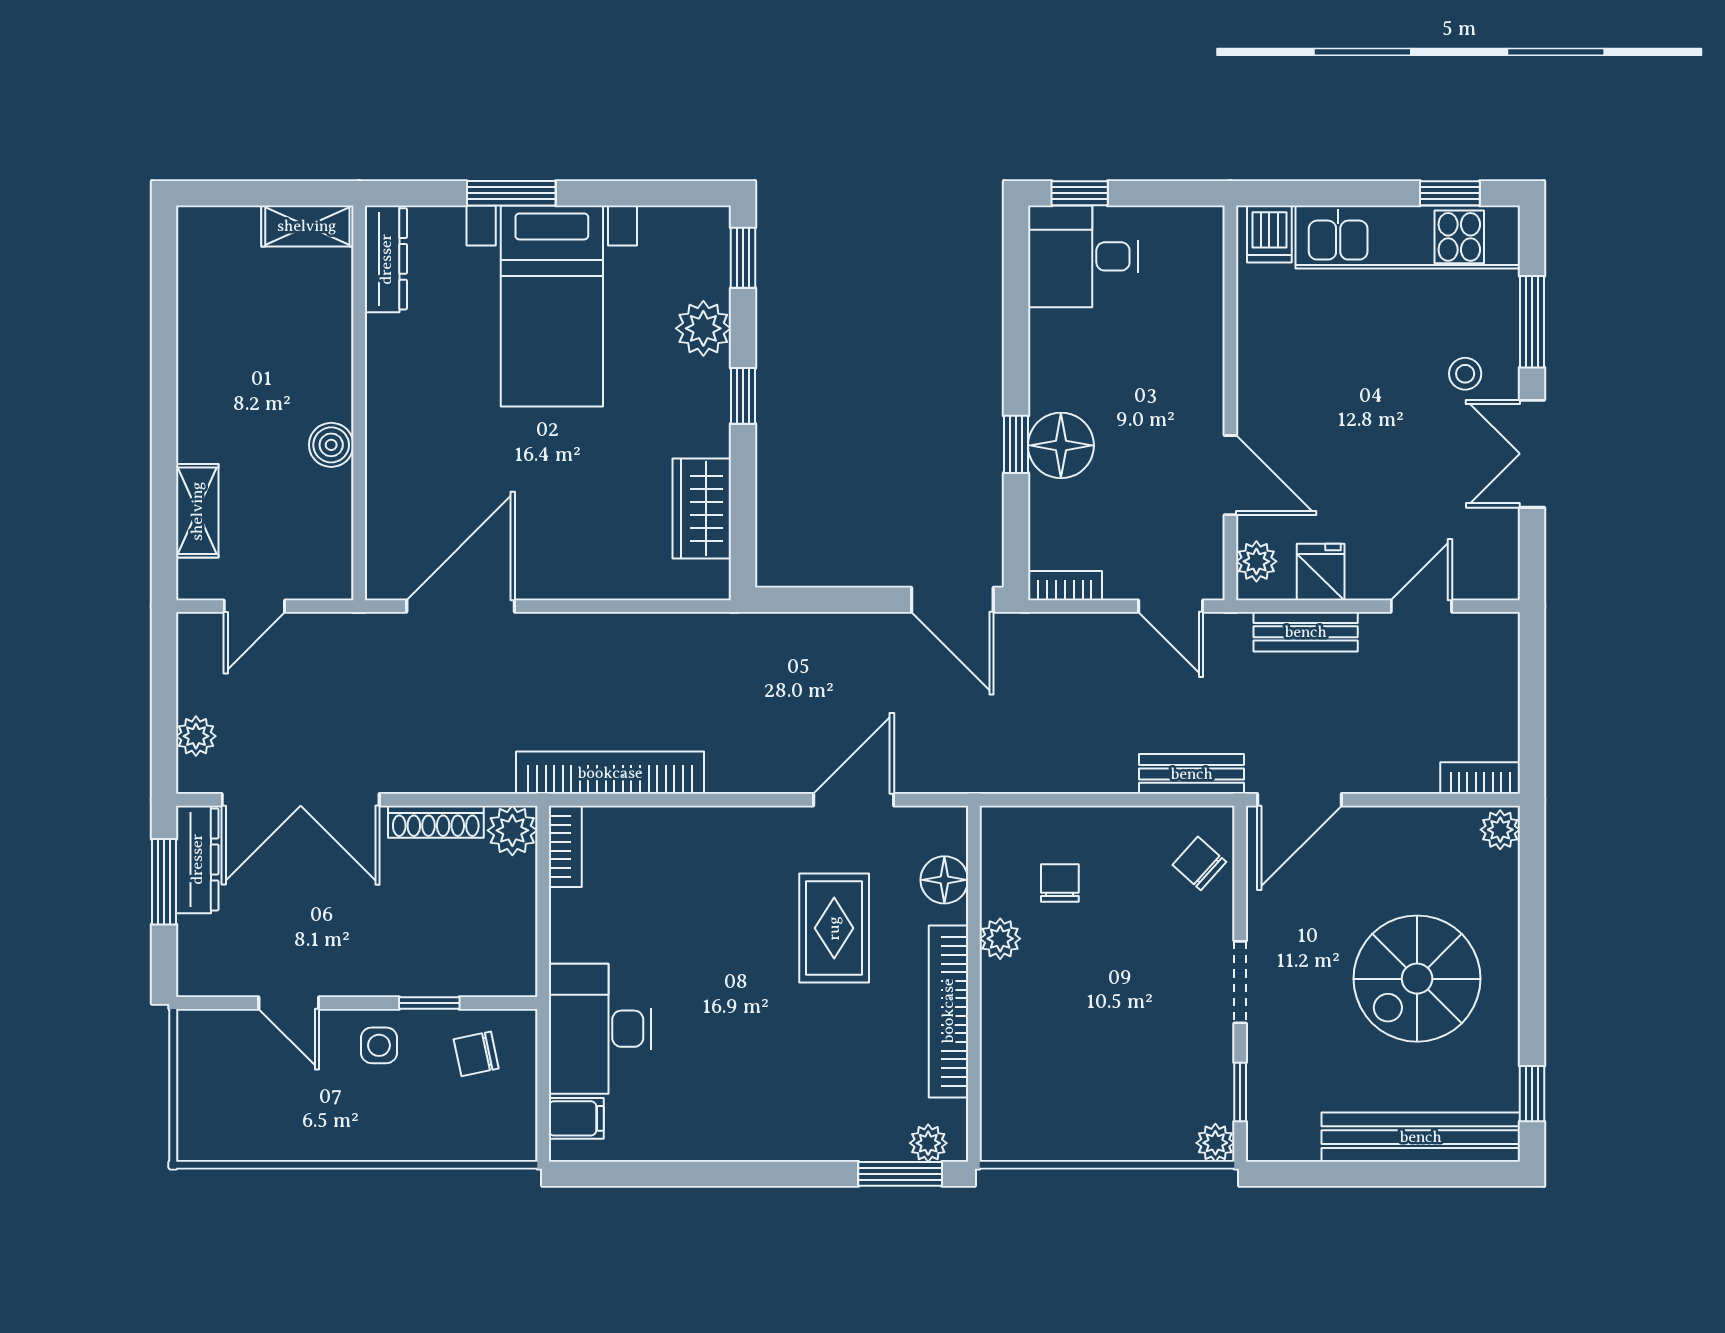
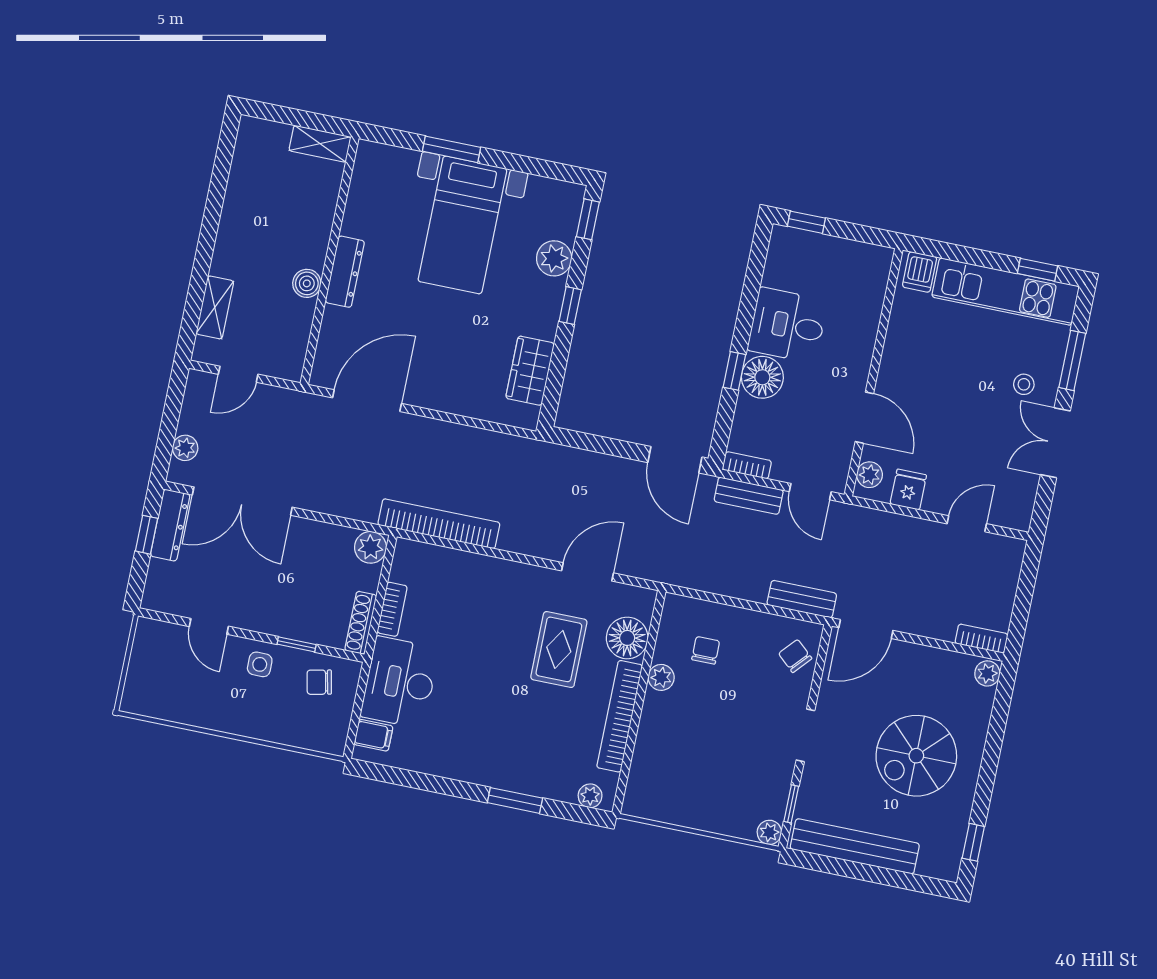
desk: (1083, 256) -> (787, 325), moved
dresser: (386, 259) -> (345, 272), moved
bench: (1306, 632) -> (749, 496), moved
shoe rack: (436, 822) -> (361, 623), moved, turned 90
bookcase: (565, 846) -> (392, 609), moved
floor lamp: (944, 880) -> (627, 638), width x1.38, depth x1.38
window: (164, 882) -> (147, 535), width x0.67
bench: (1421, 1137) -> (855, 846), moved
window: (900, 1174) -> (515, 800), moved

